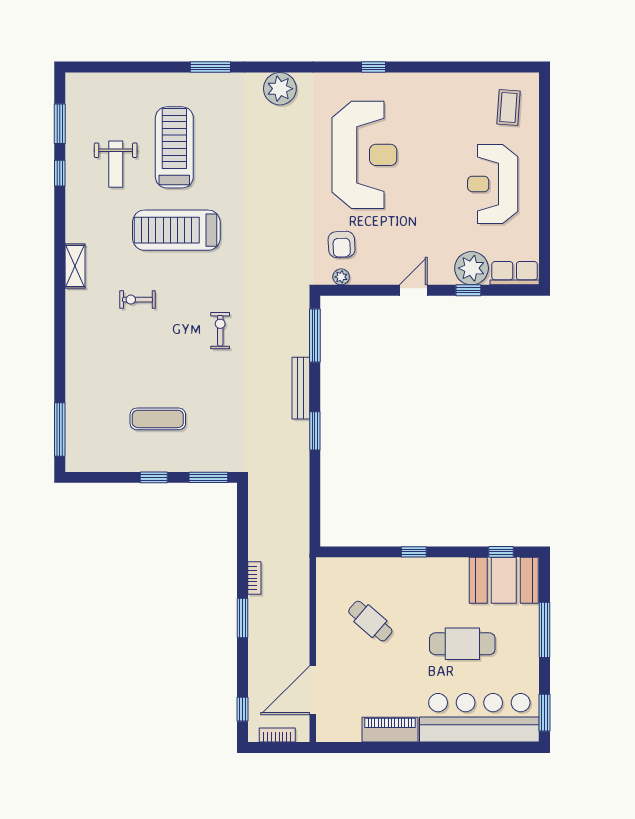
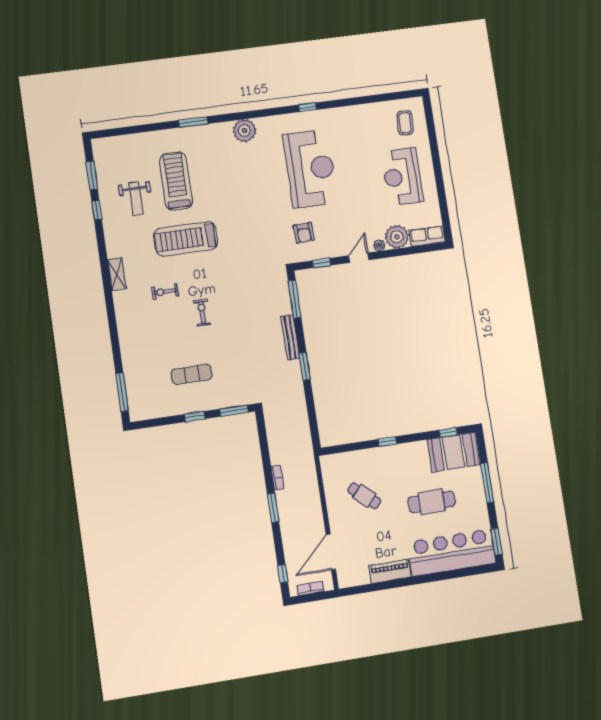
plant: (341, 277) -> (379, 245), moved
window: (468, 290) -> (321, 263), moved
exercise bike: (220, 331) -> (202, 312), moved

